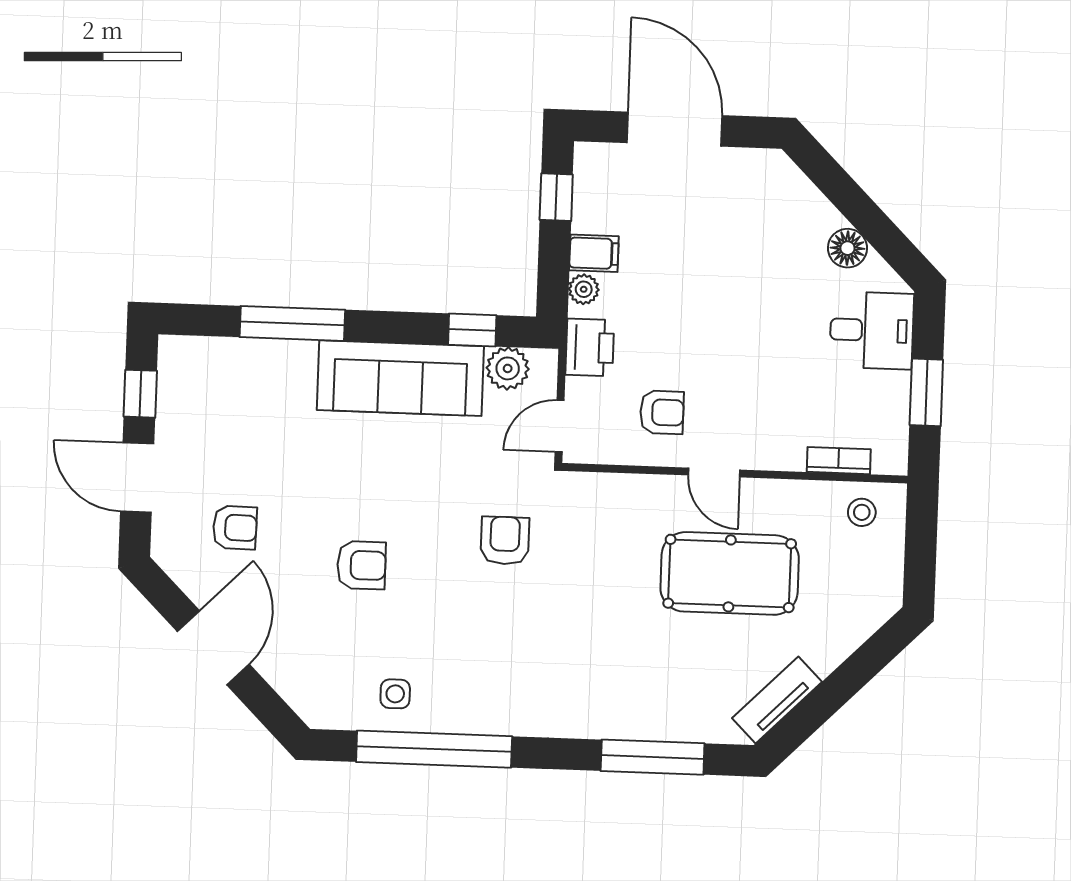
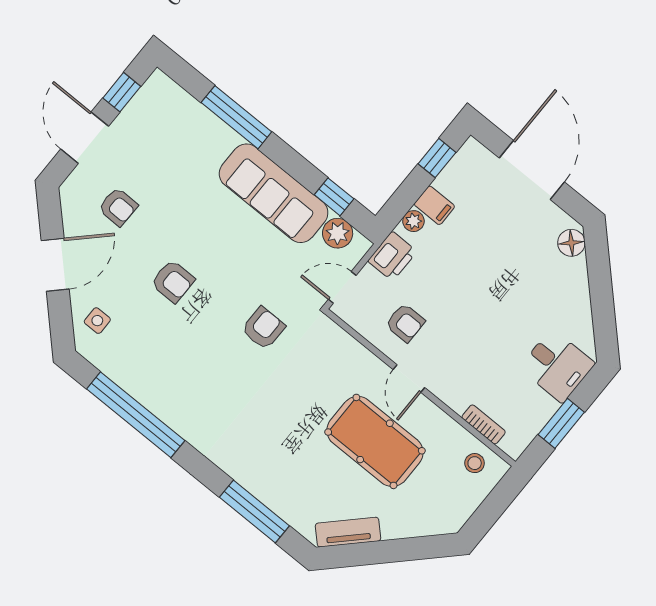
floor lamp: (847, 248) -> (571, 243), moved
side table: (395, 694) -> (97, 321), moved

